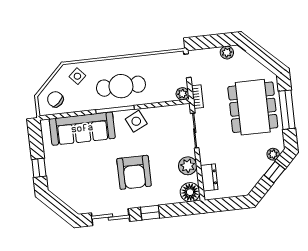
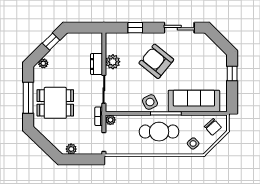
dining table: (253, 107) -> (55, 103), width x0.73
armchair: (134, 172) -> (156, 61), turned -51
window: (274, 172) -> (51, 42), moved
dresser: (209, 177) -> (97, 64), moved
floor lamp: (190, 192) -> (113, 40), removed
window: (150, 213) -> (135, 28), moved

